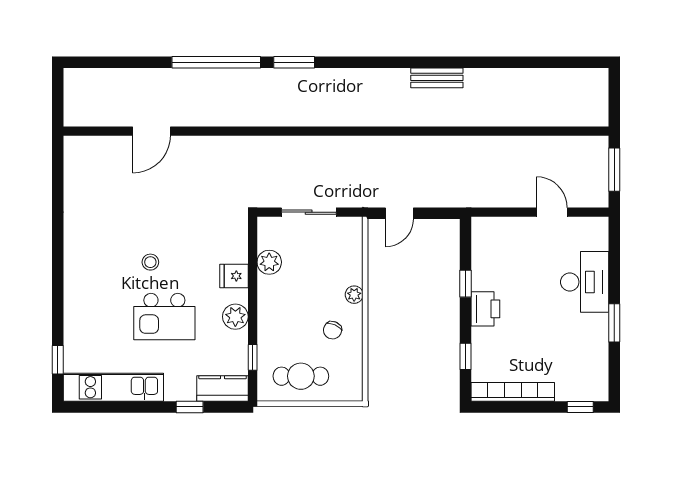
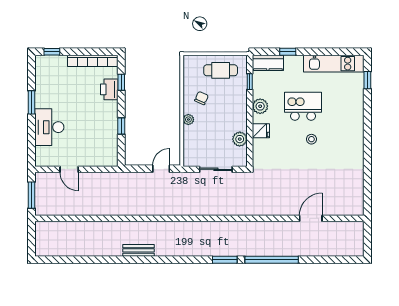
printer: (485, 309) -> (109, 89), moved

